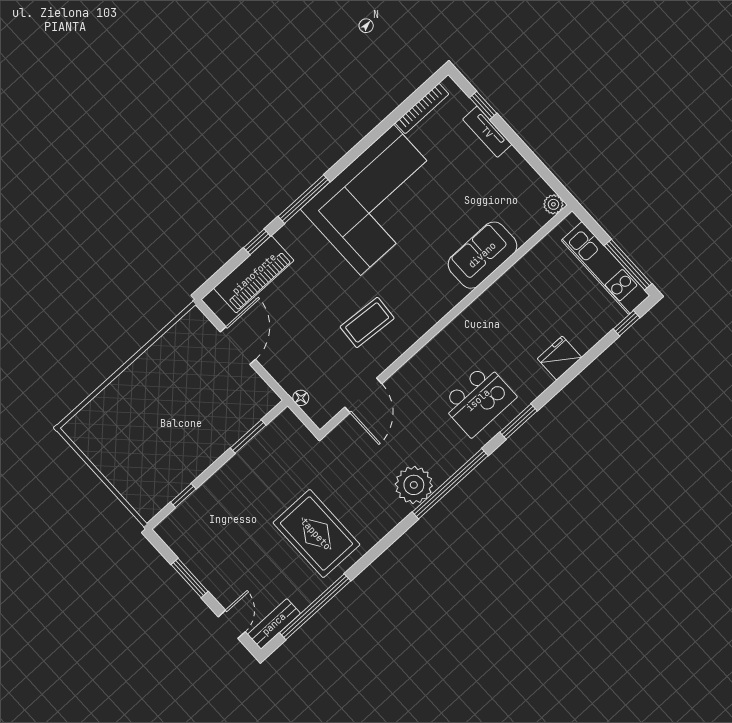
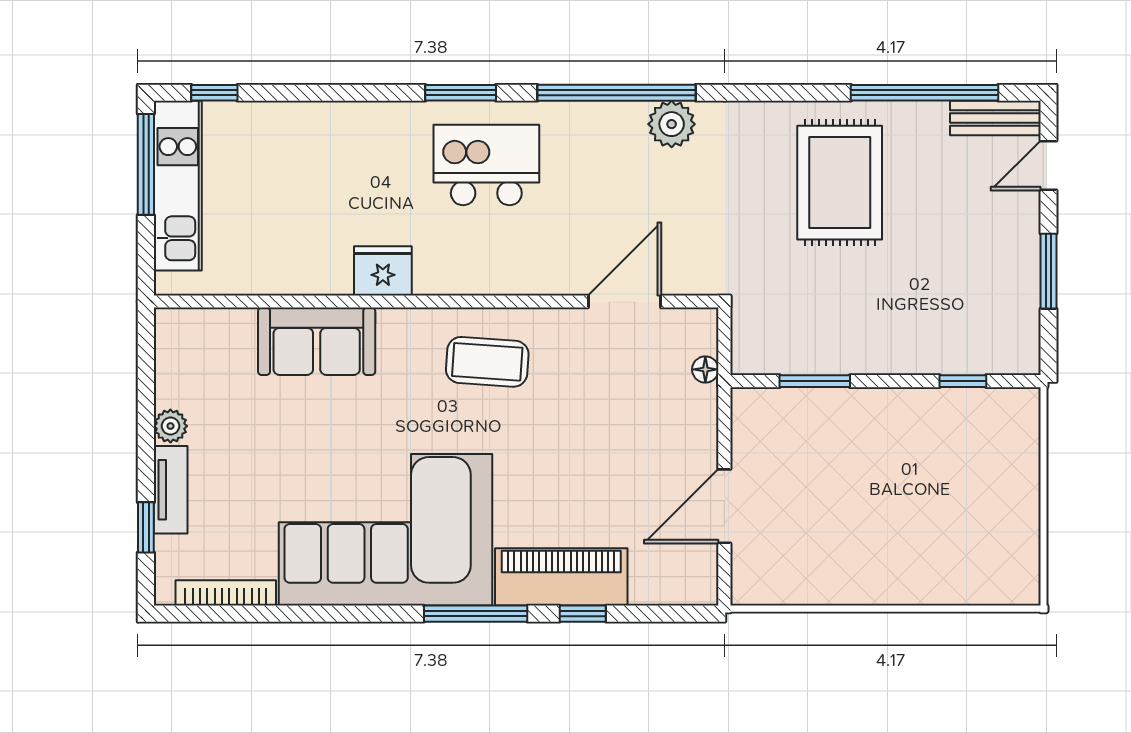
plant: (553, 204) -> (170, 426), moved
piano: (254, 274) -> (561, 577), moved
coffee table: (367, 322) -> (487, 362), moved
fridge: (559, 358) -> (383, 271), moved, turned 180
plant: (414, 485) -> (672, 124), width x0.73, depth x0.73

